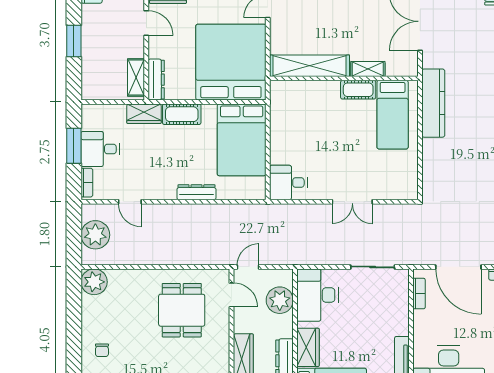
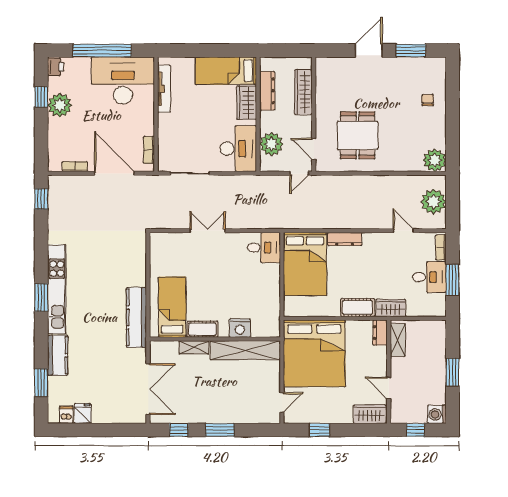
dresser: (156, 80) -> (380, 333), width x0.70
nightstand: (316, 91) -> (240, 328), added
bed: (242, 140) -> (305, 264), moved, turned 180

